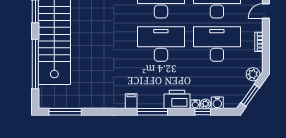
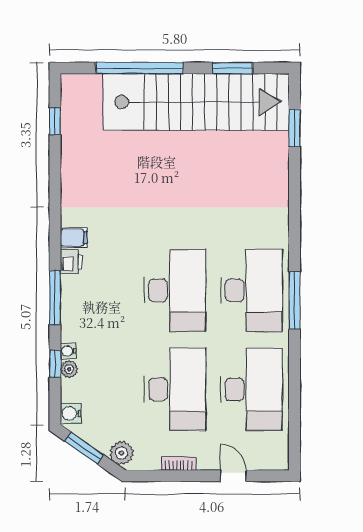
printer: (177, 99) -> (72, 262), moved, width x0.53, depth x0.68
water cooler: (217, 103) -> (71, 413), moved
window: (65, 112) -> (55, 121), width x0.46
window: (152, 112) -> (55, 298), moved

